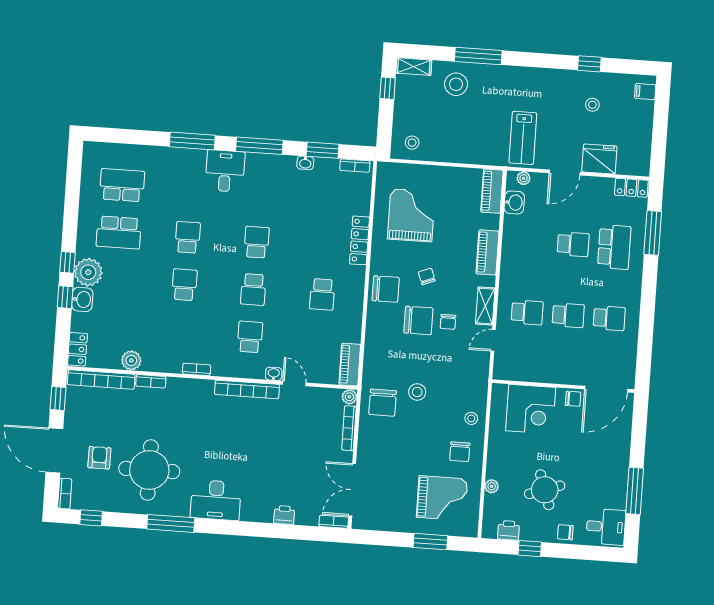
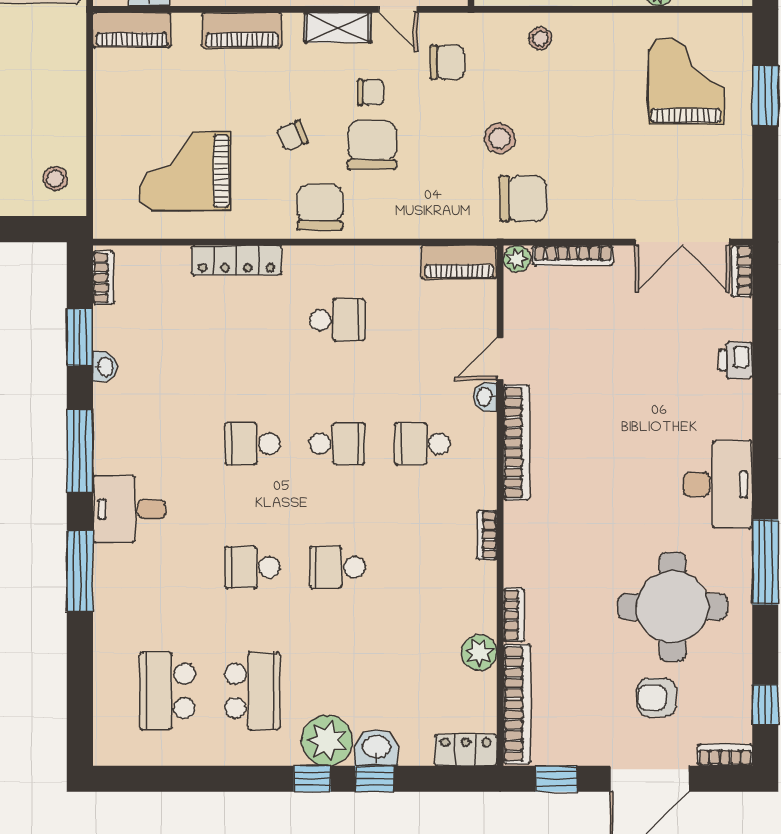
chair: (460, 452) -> (447, 62), moved

